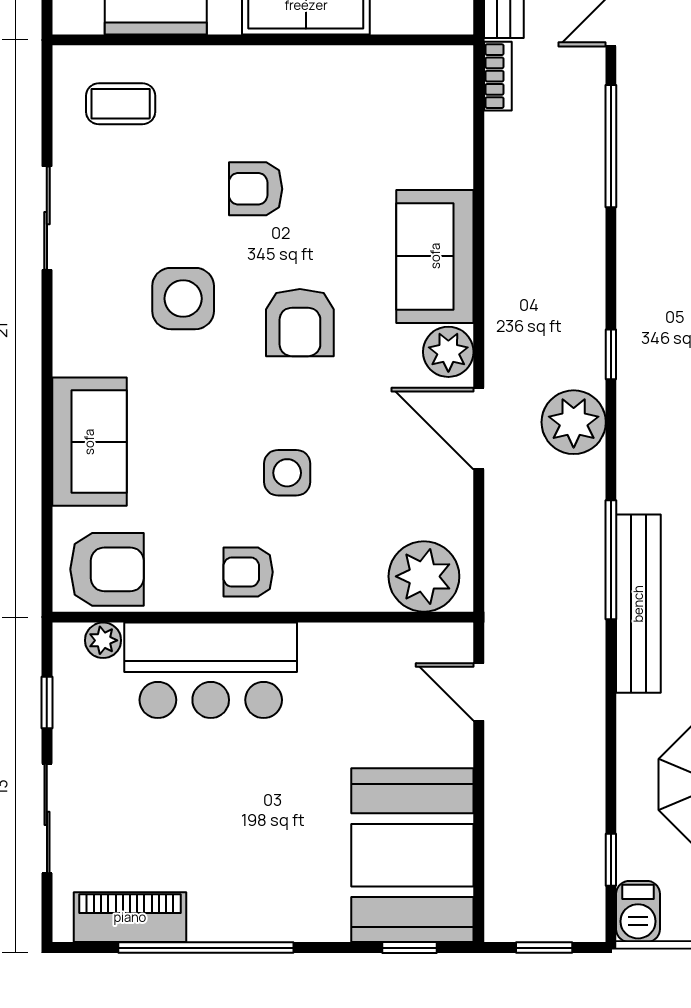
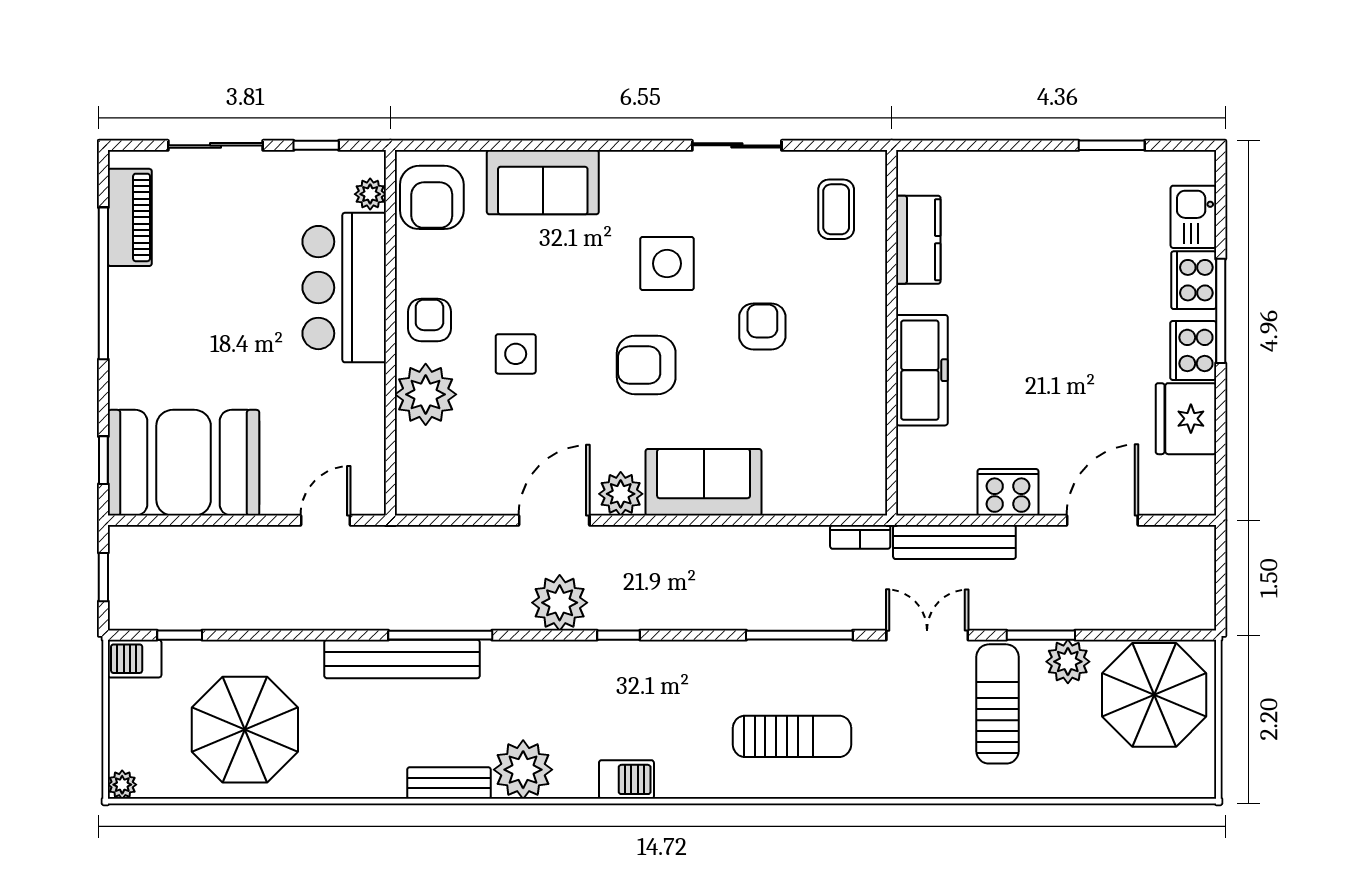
plant: (424, 576) -> (426, 394), moved

